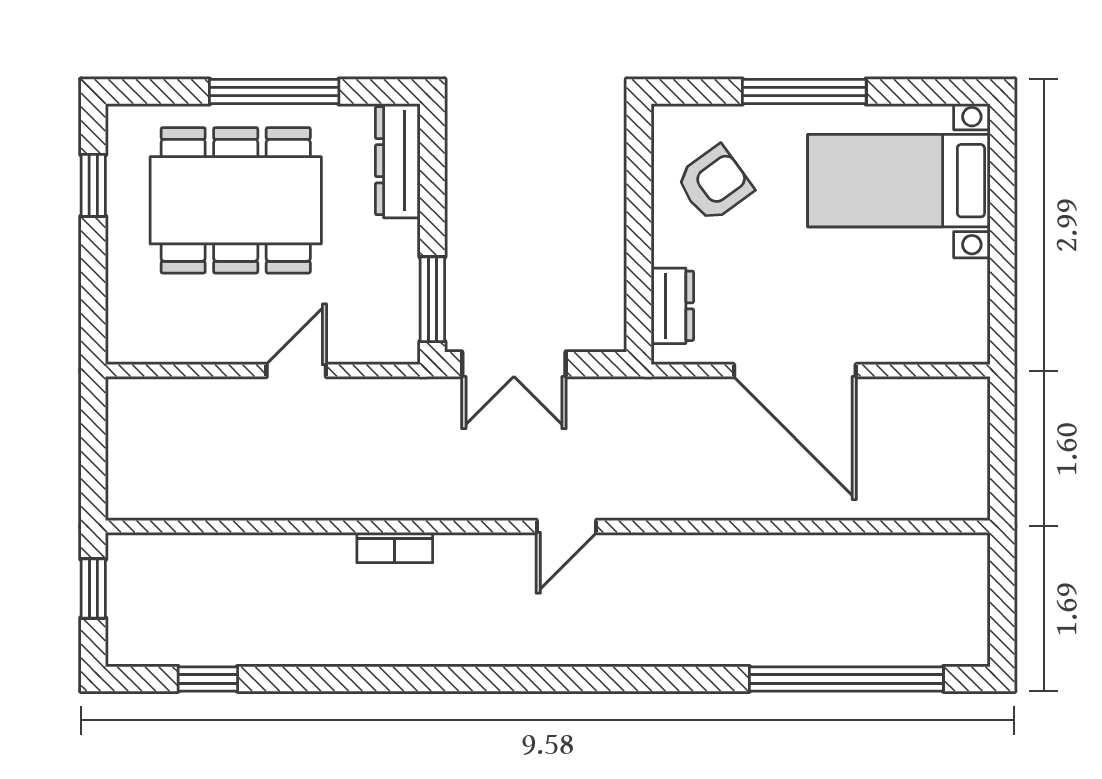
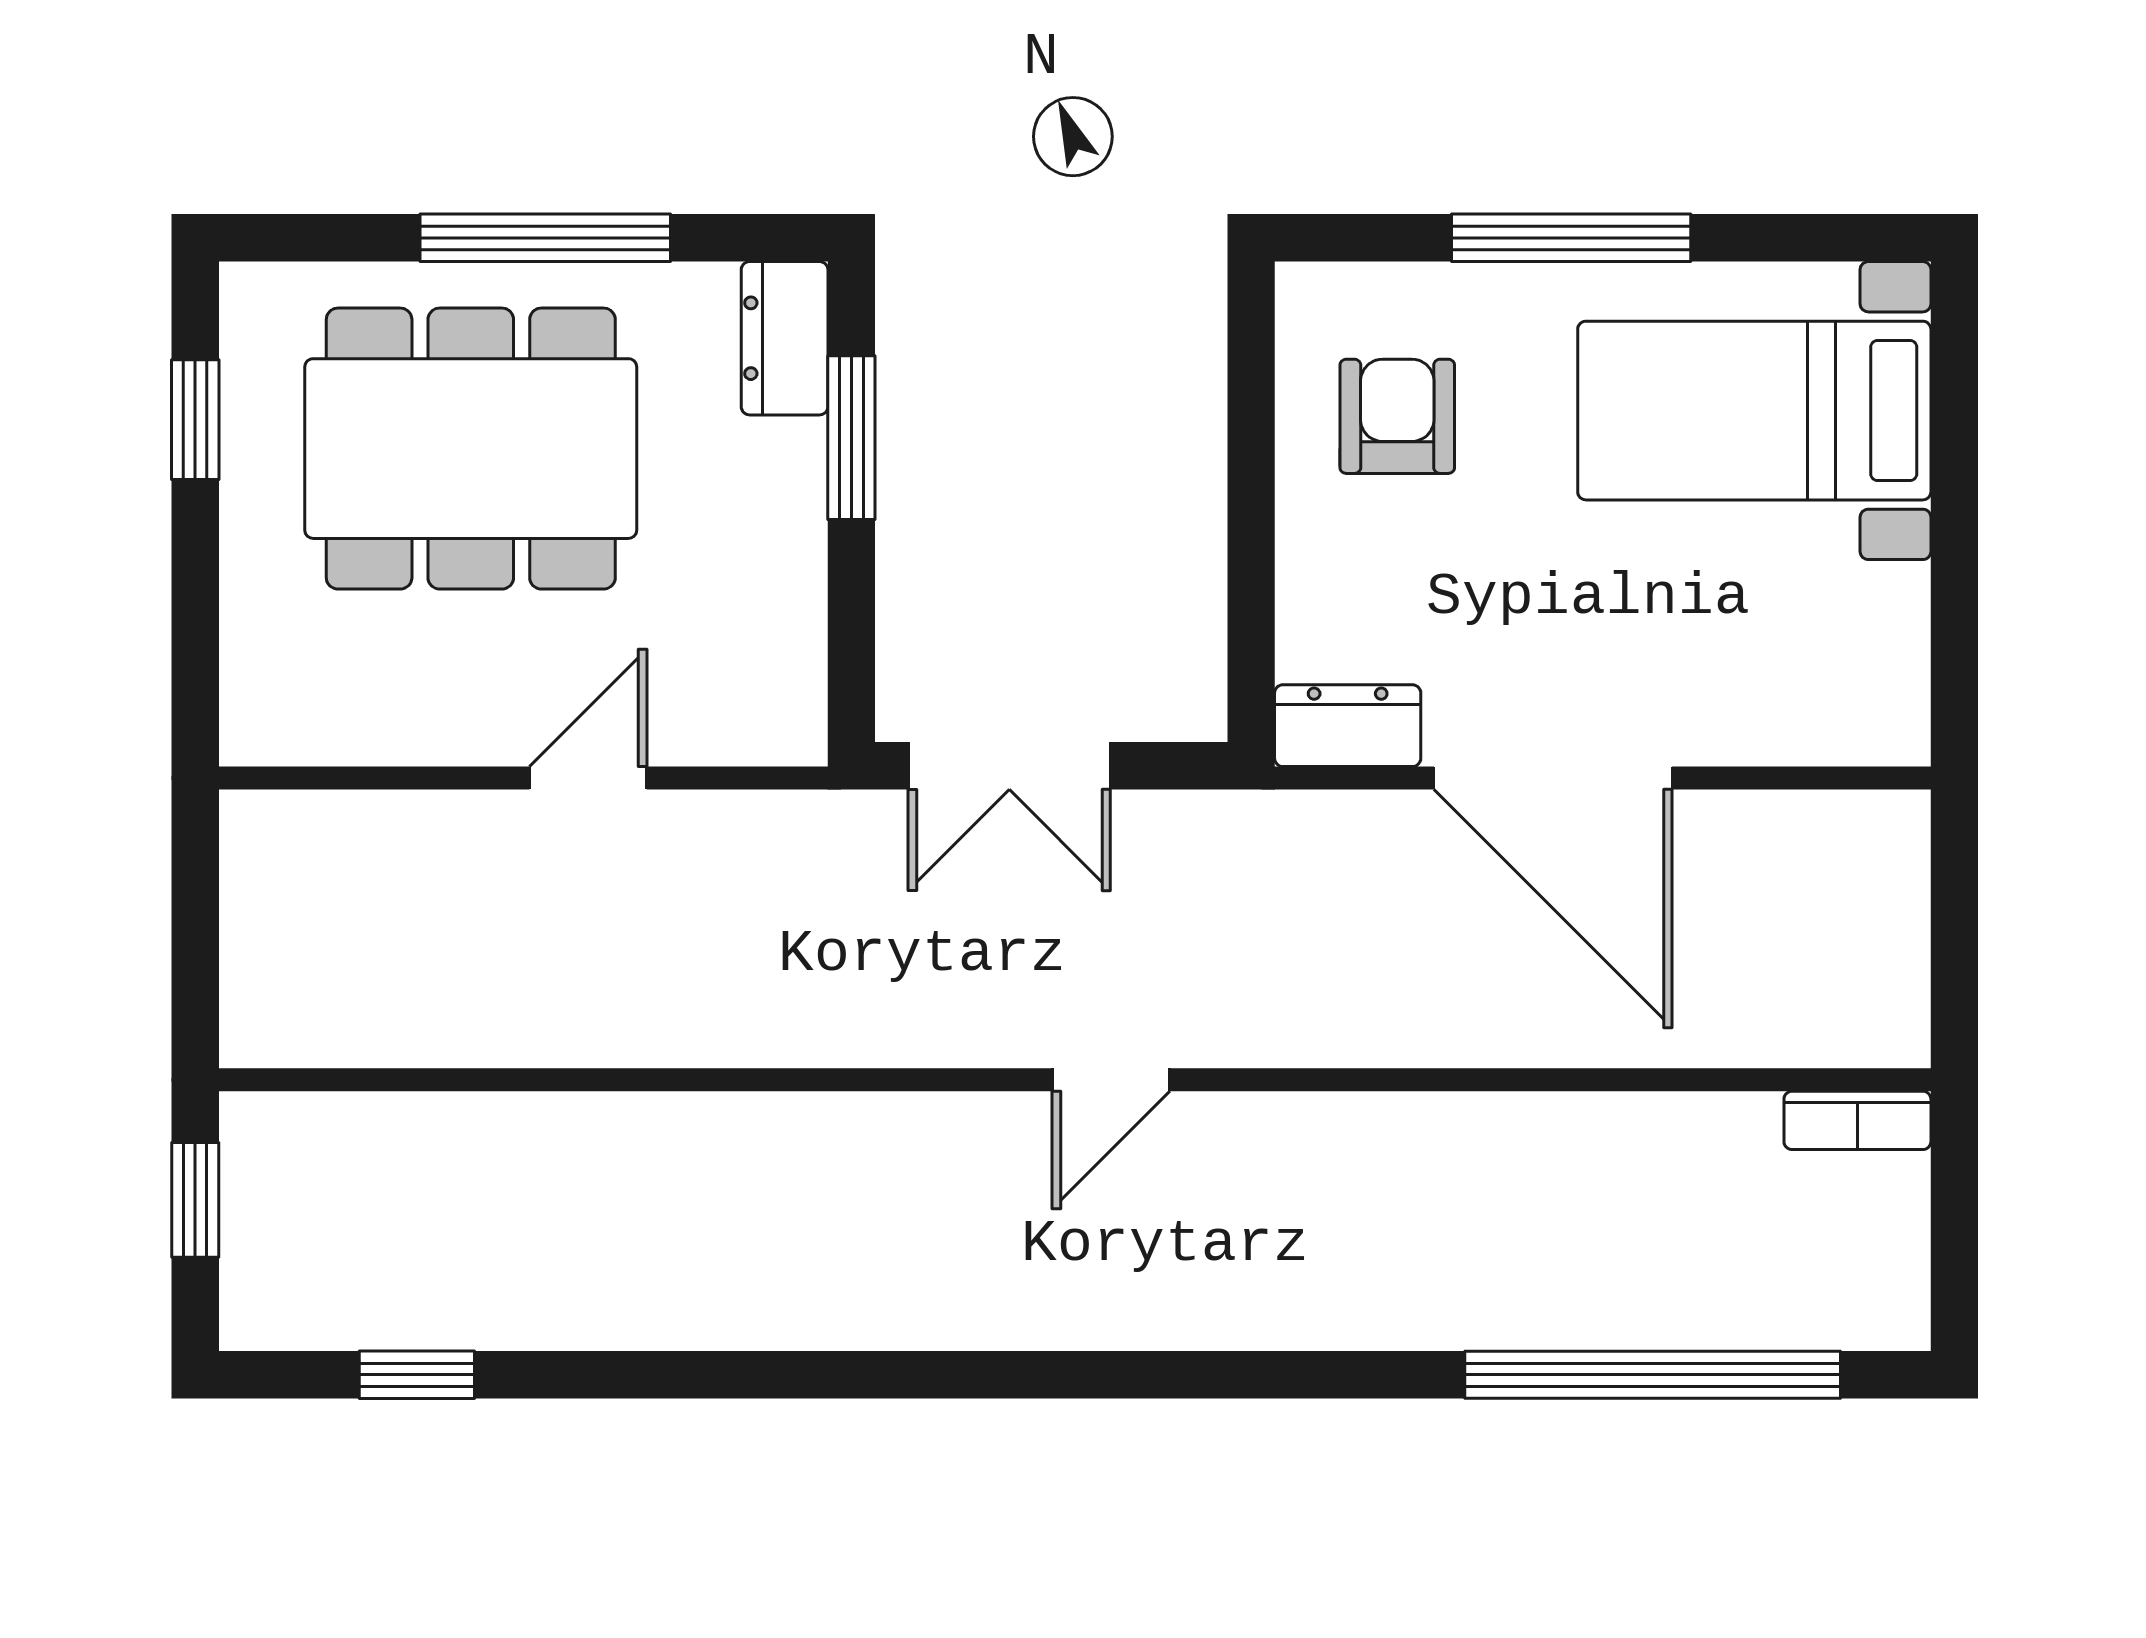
dresser: (398, 161) -> (785, 338), width x0.70
armchair: (714, 184) -> (1397, 416), turned -54
window: (432, 299) -> (851, 438), moved
dresser: (672, 306) -> (1348, 726), moved, turned -90
bookcase: (395, 547) -> (1857, 1120), moved

